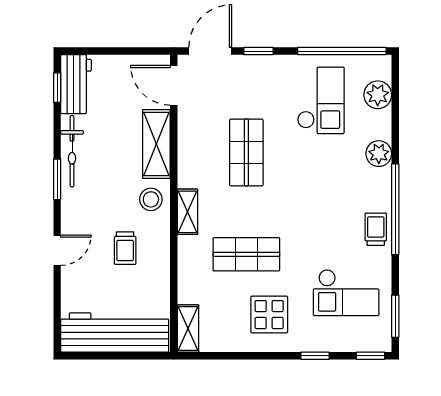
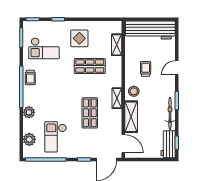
shelving: (188, 212) -> (117, 98), moved
checkout: (346, 293) -> (44, 48), turned 180
shelving: (188, 328) -> (117, 45), moved

